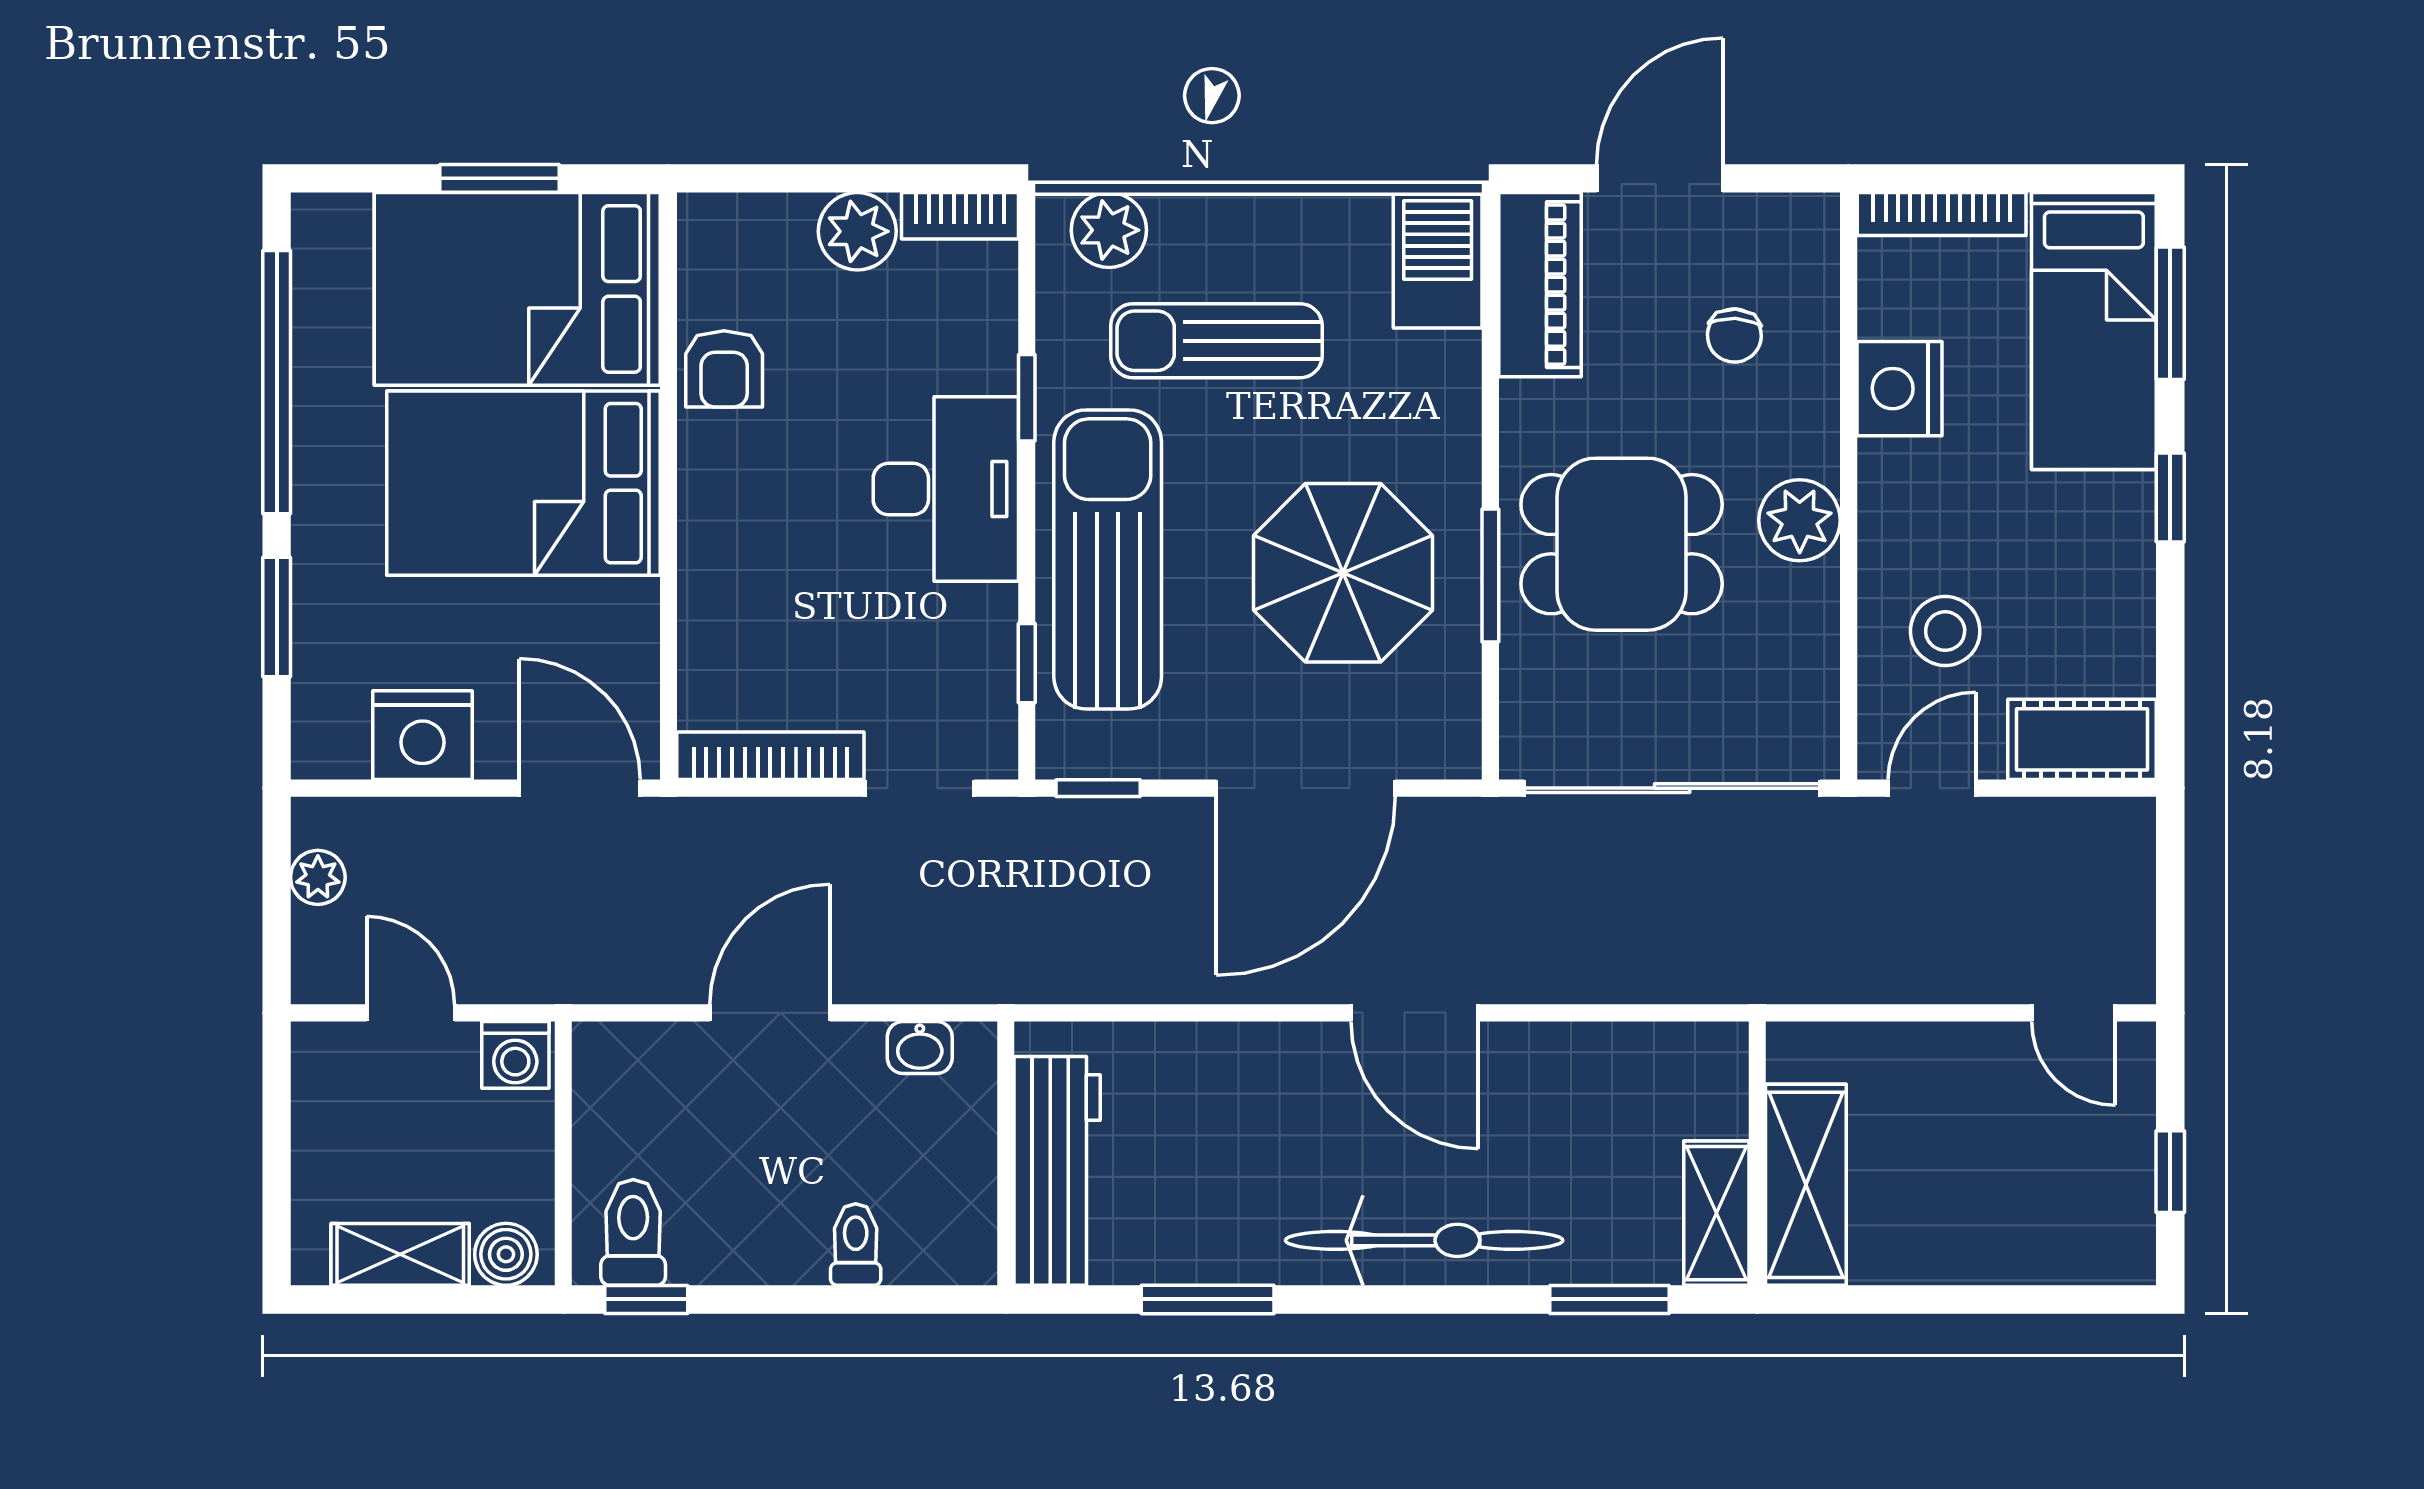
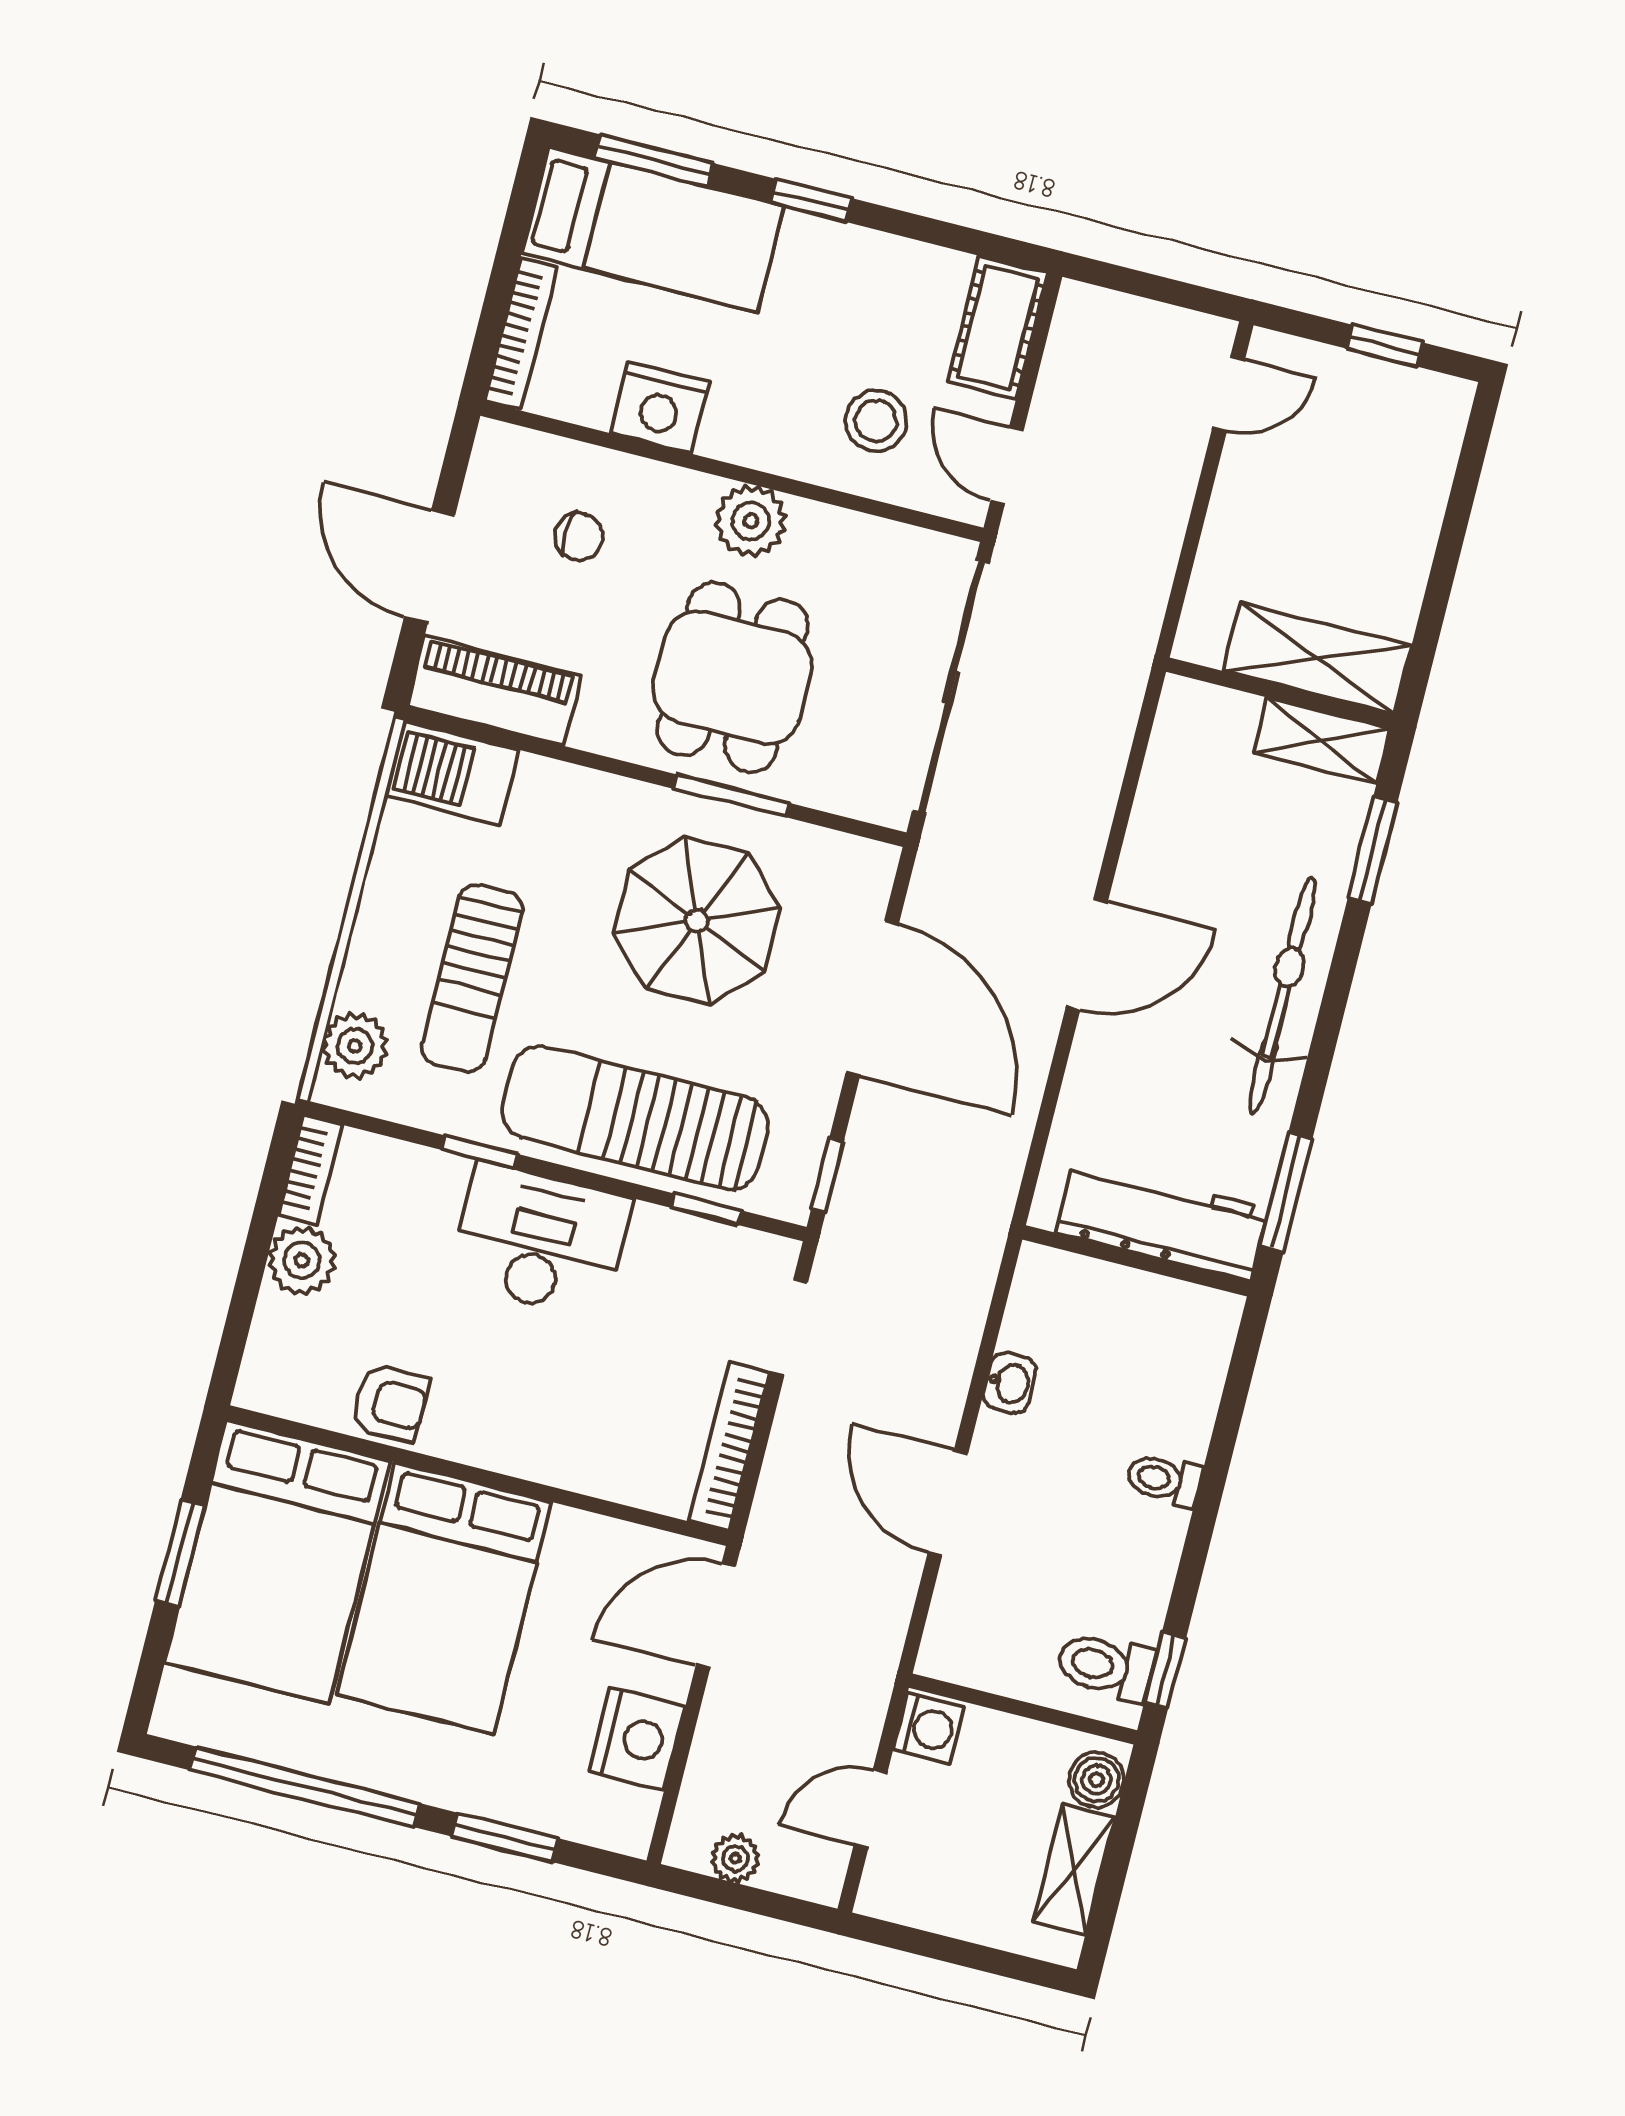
wall: (1006, 1153) -> (1136, 1261), moved
workbench: (1057, 1171) -> (1162, 1221), moved

